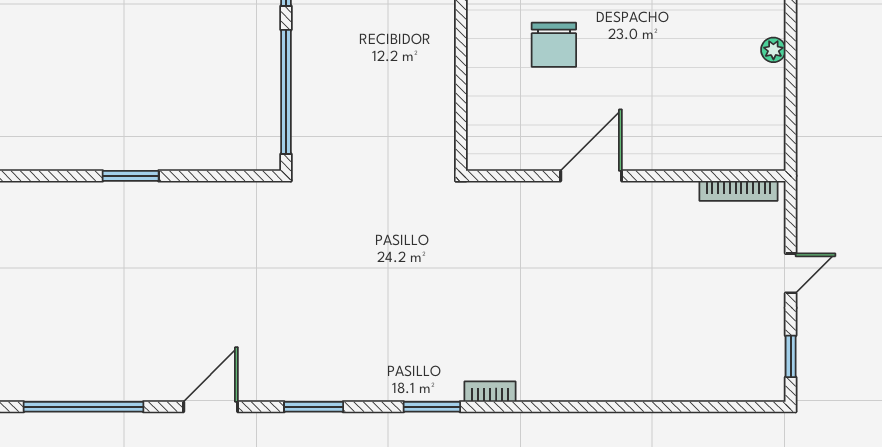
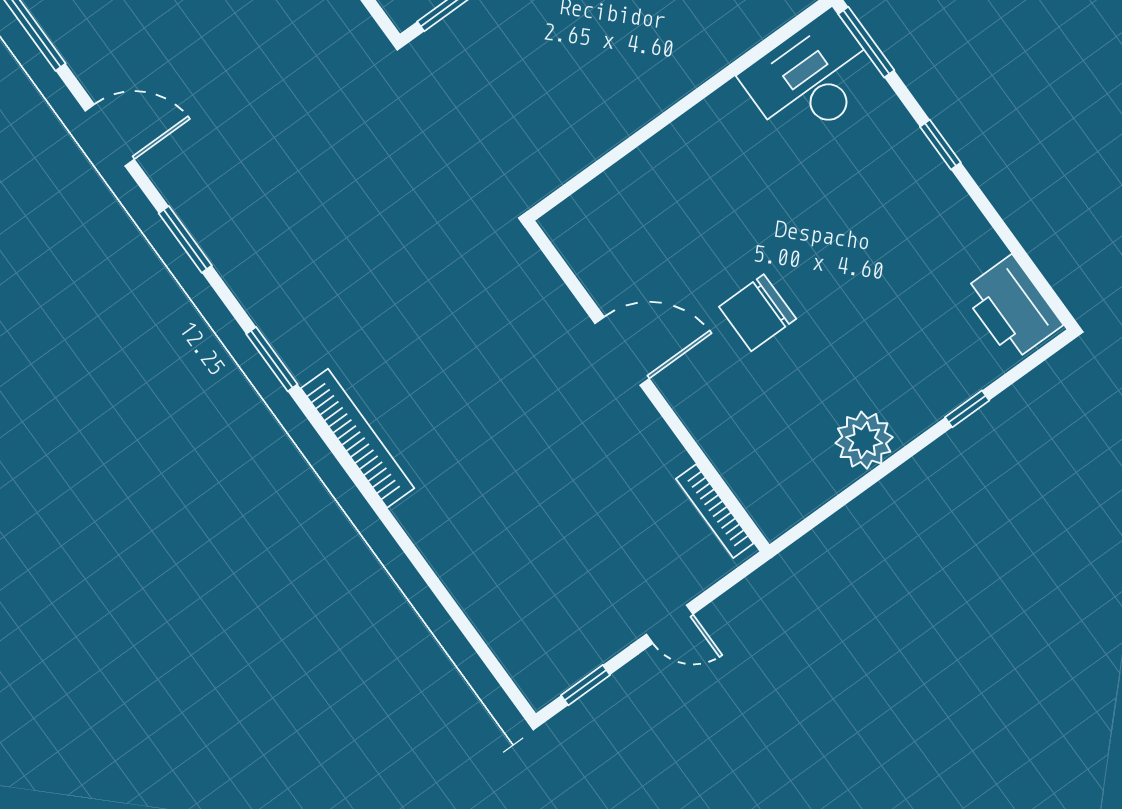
chair: (554, 45) -> (758, 313), moved
plant: (773, 50) -> (864, 440), width x1.88, depth x1.88
bookcase: (490, 392) -> (357, 438), width x2.31, depth x1.31

